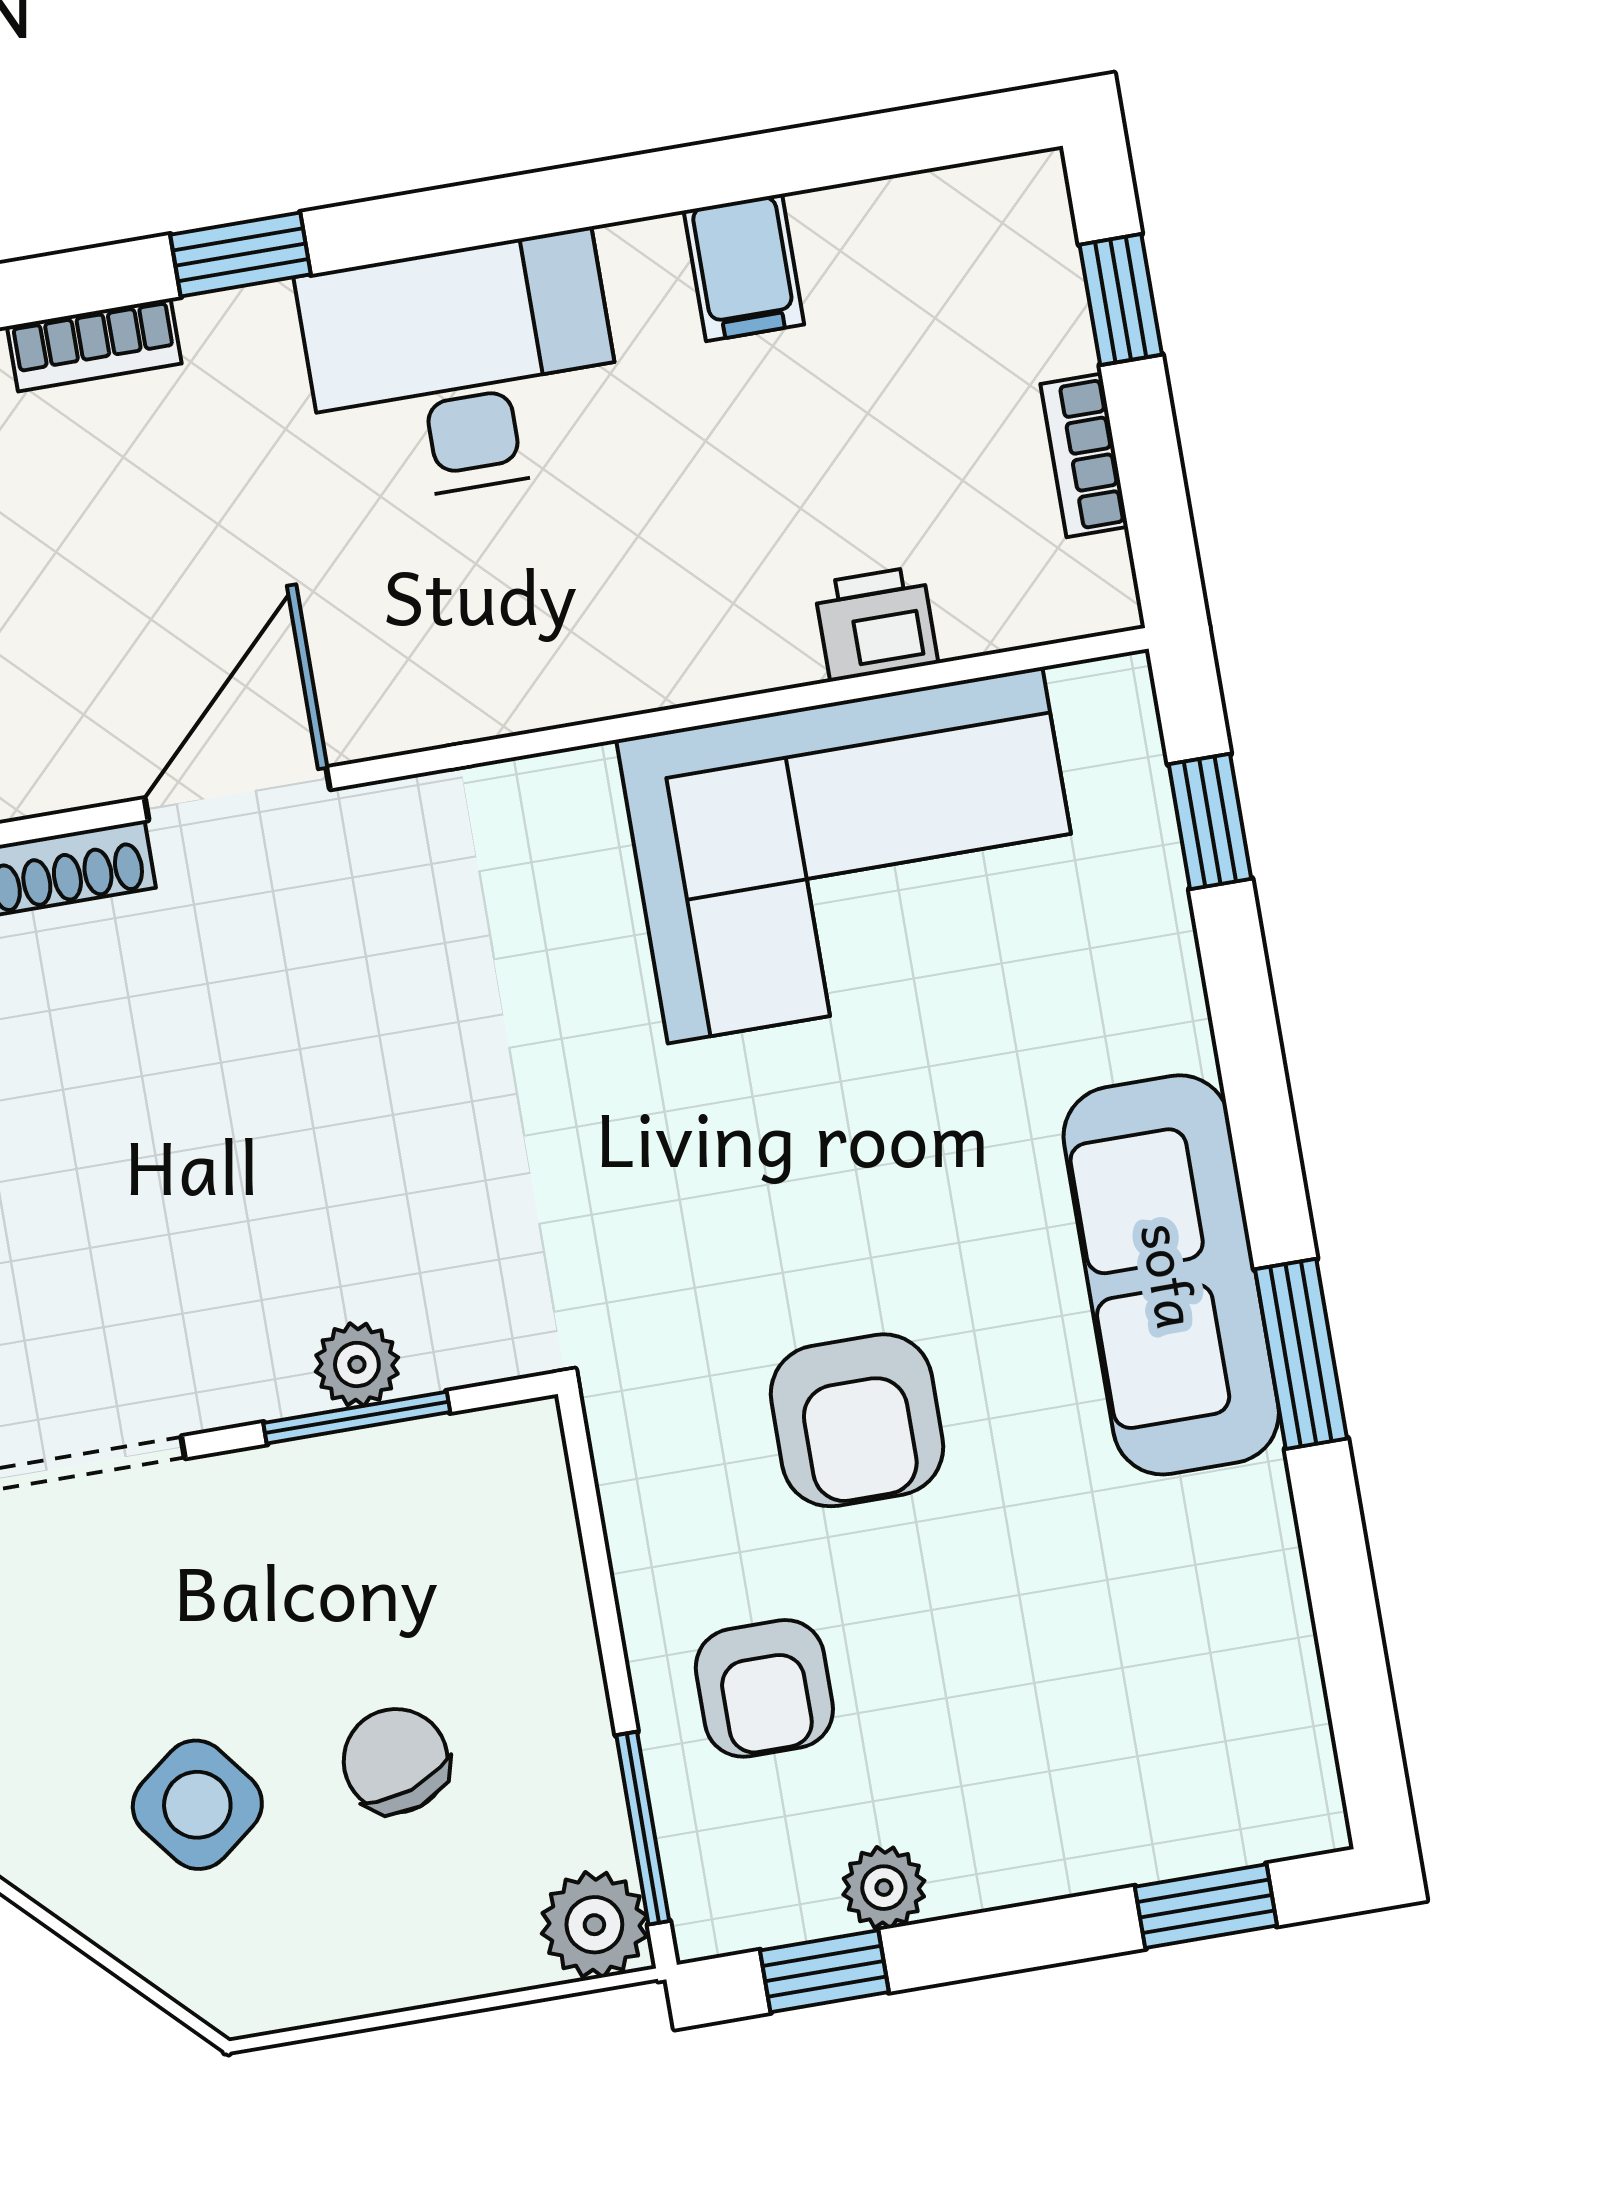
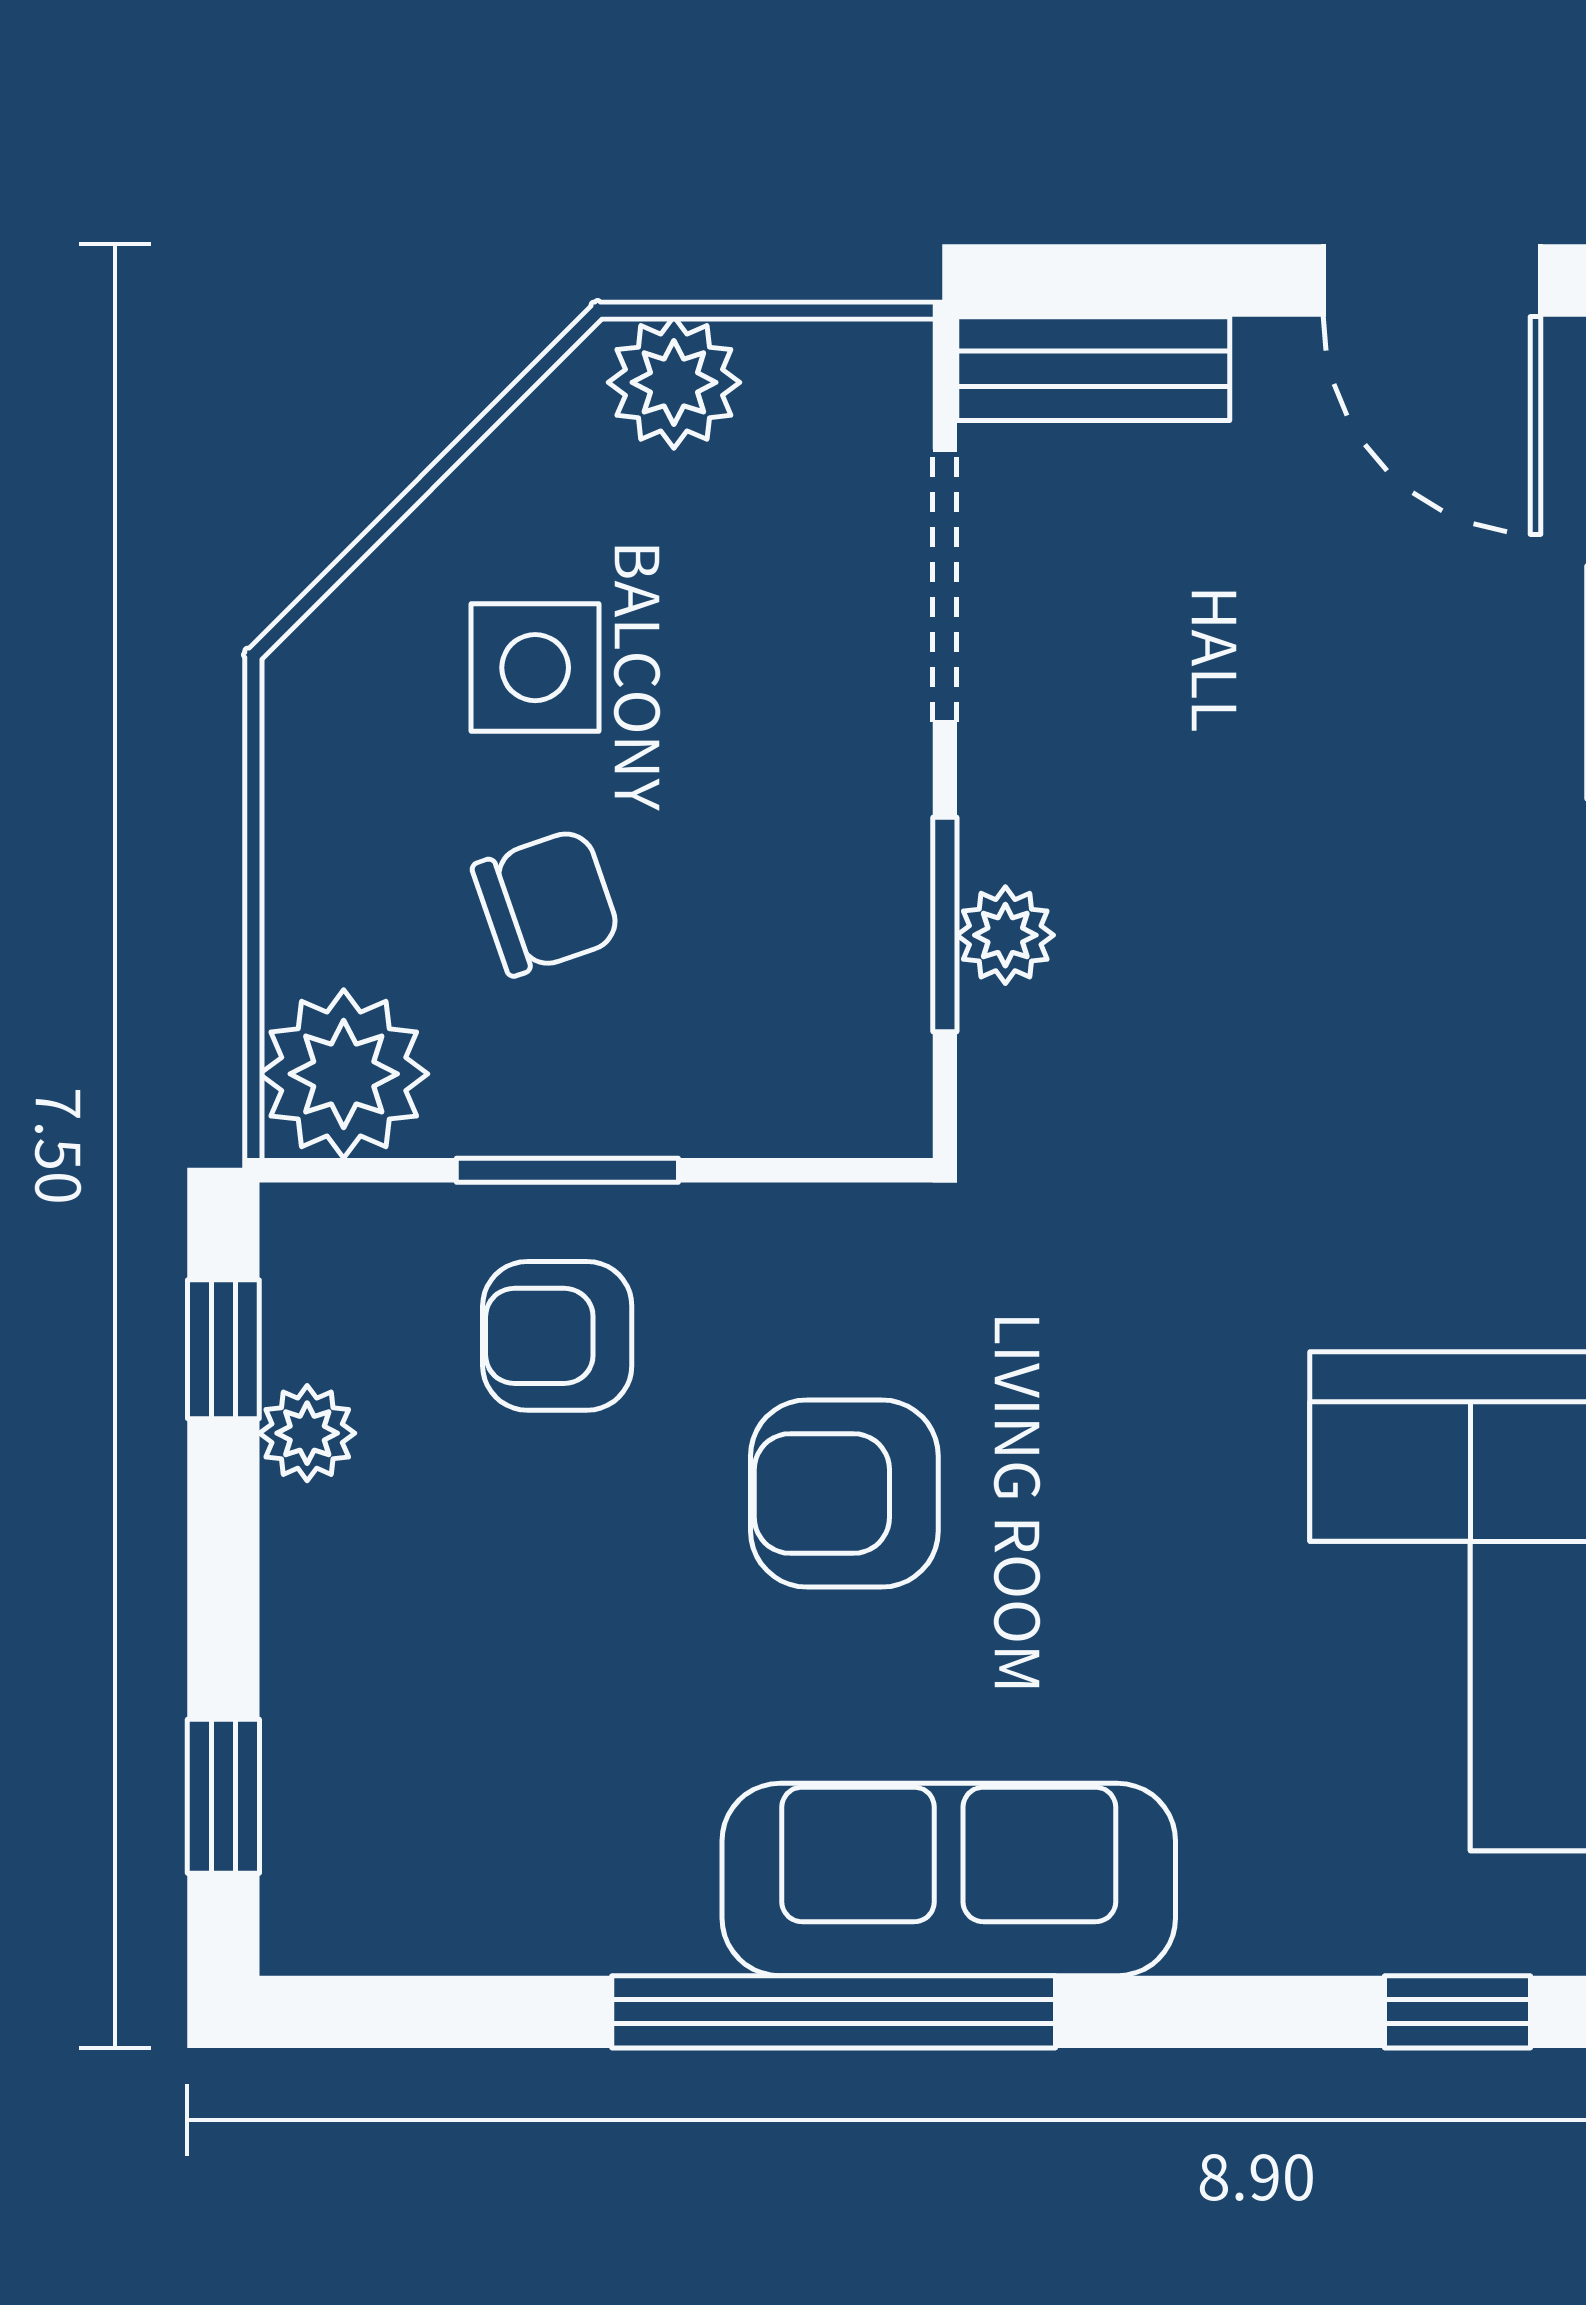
window: (1301, 1354) -> (834, 2012), width x2.11
side table: (197, 1805) -> (535, 668), turned 38
window: (643, 1828) -> (567, 1170), moved
plant: (594, 1925) -> (344, 1074), width x1.36, depth x1.36

